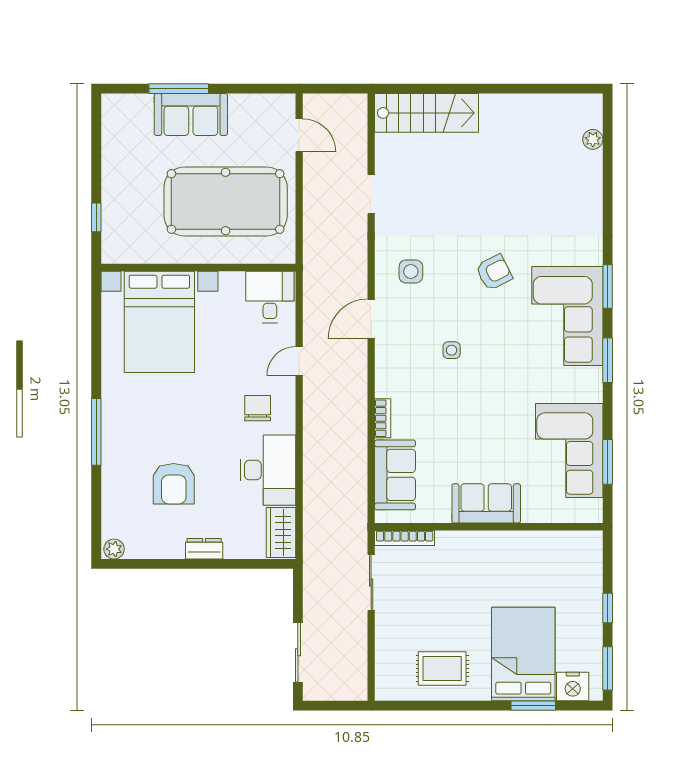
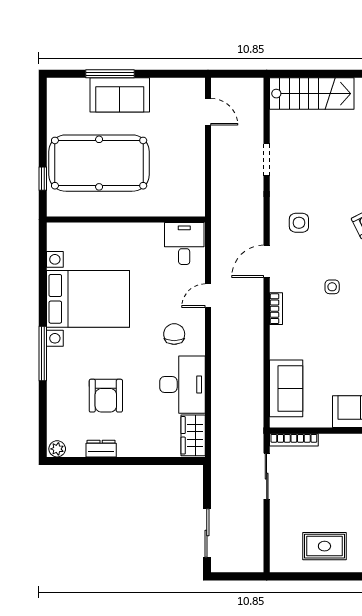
pool table: (226, 201) -> (99, 163), moved
bed with nightstands: (159, 322) -> (88, 299), moved, turned -90
bookcase: (383, 418) -> (276, 309), moved
dresser: (204, 549) -> (101, 449), moved

